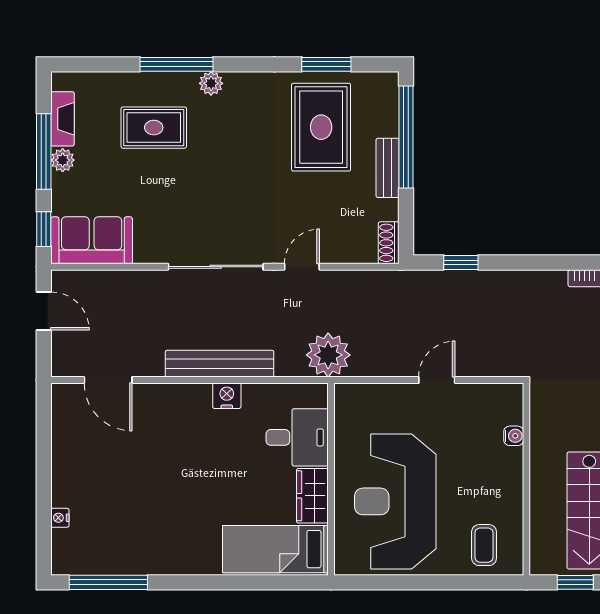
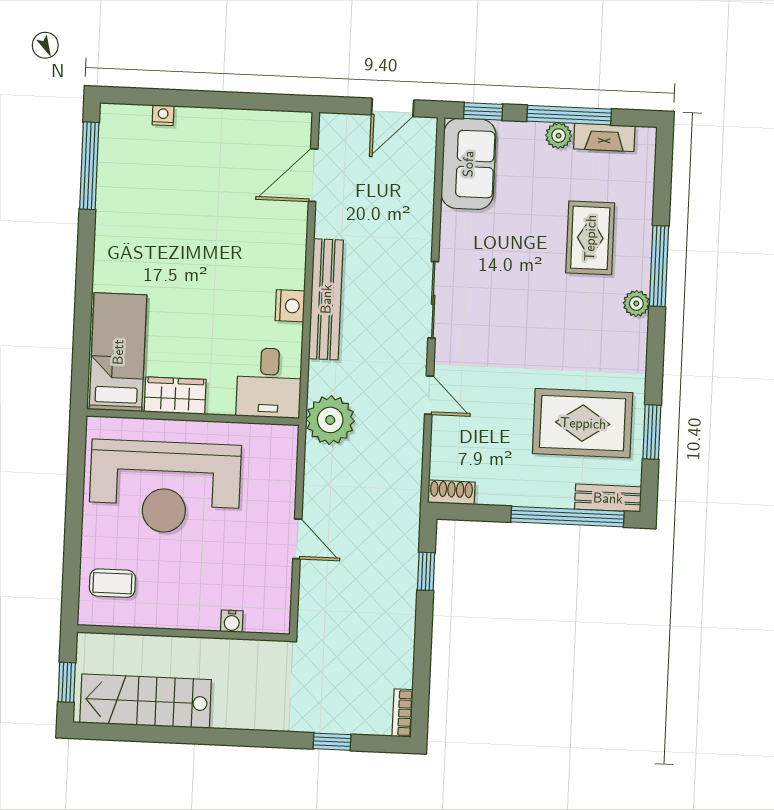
bench: (388, 168) -> (608, 498), moved
sliding door: (216, 267) -> (433, 300), width x0.73
desk: (297, 437) -> (269, 383), moved
reception desk: (395, 501) -> (165, 487), turned 180

